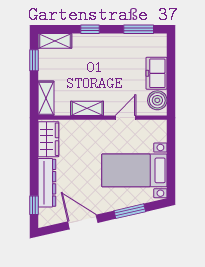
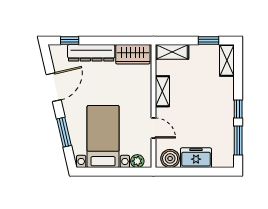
window: (90, 29) -> (238, 109), moved
plant: (160, 135) -> (137, 161), added

